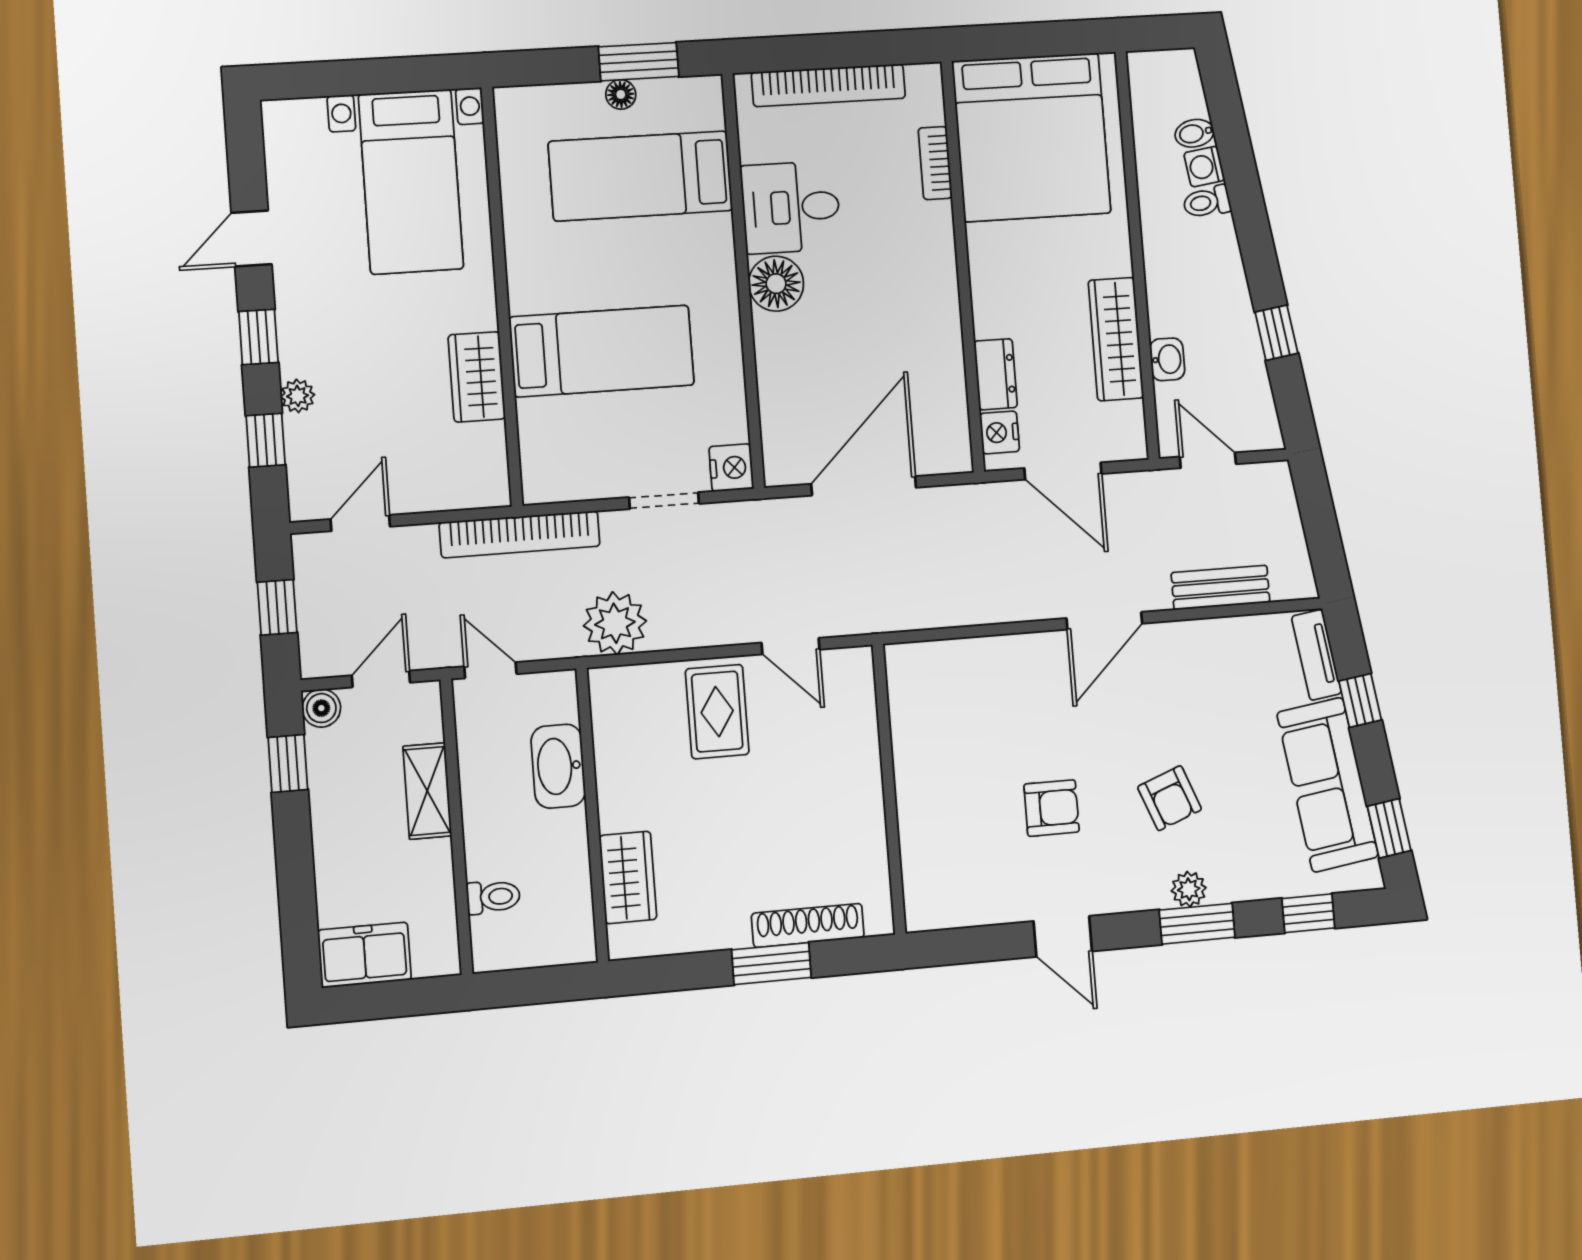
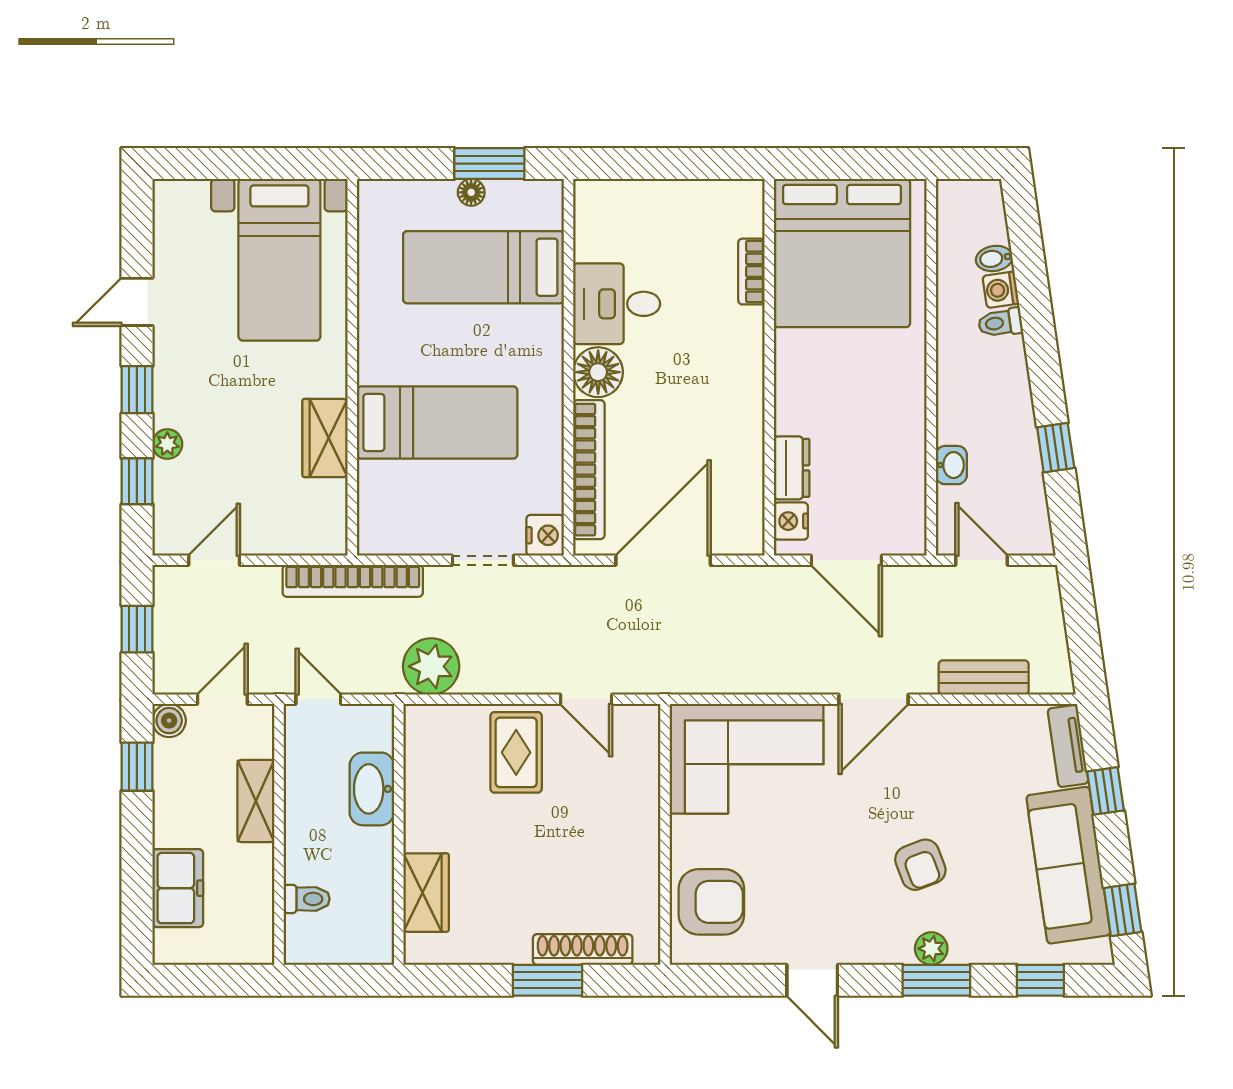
bookcase: (828, 85) -> (589, 470), moved, turned -90
wardrobe: (1116, 339) -> (905, 443), removed
corner sofa: (972, 698) -> (746, 759), added
armchair: (1052, 808) -> (711, 902), moved, width x1.38, depth x1.38
freezer: (365, 955) -> (178, 888), moved, turned 90

